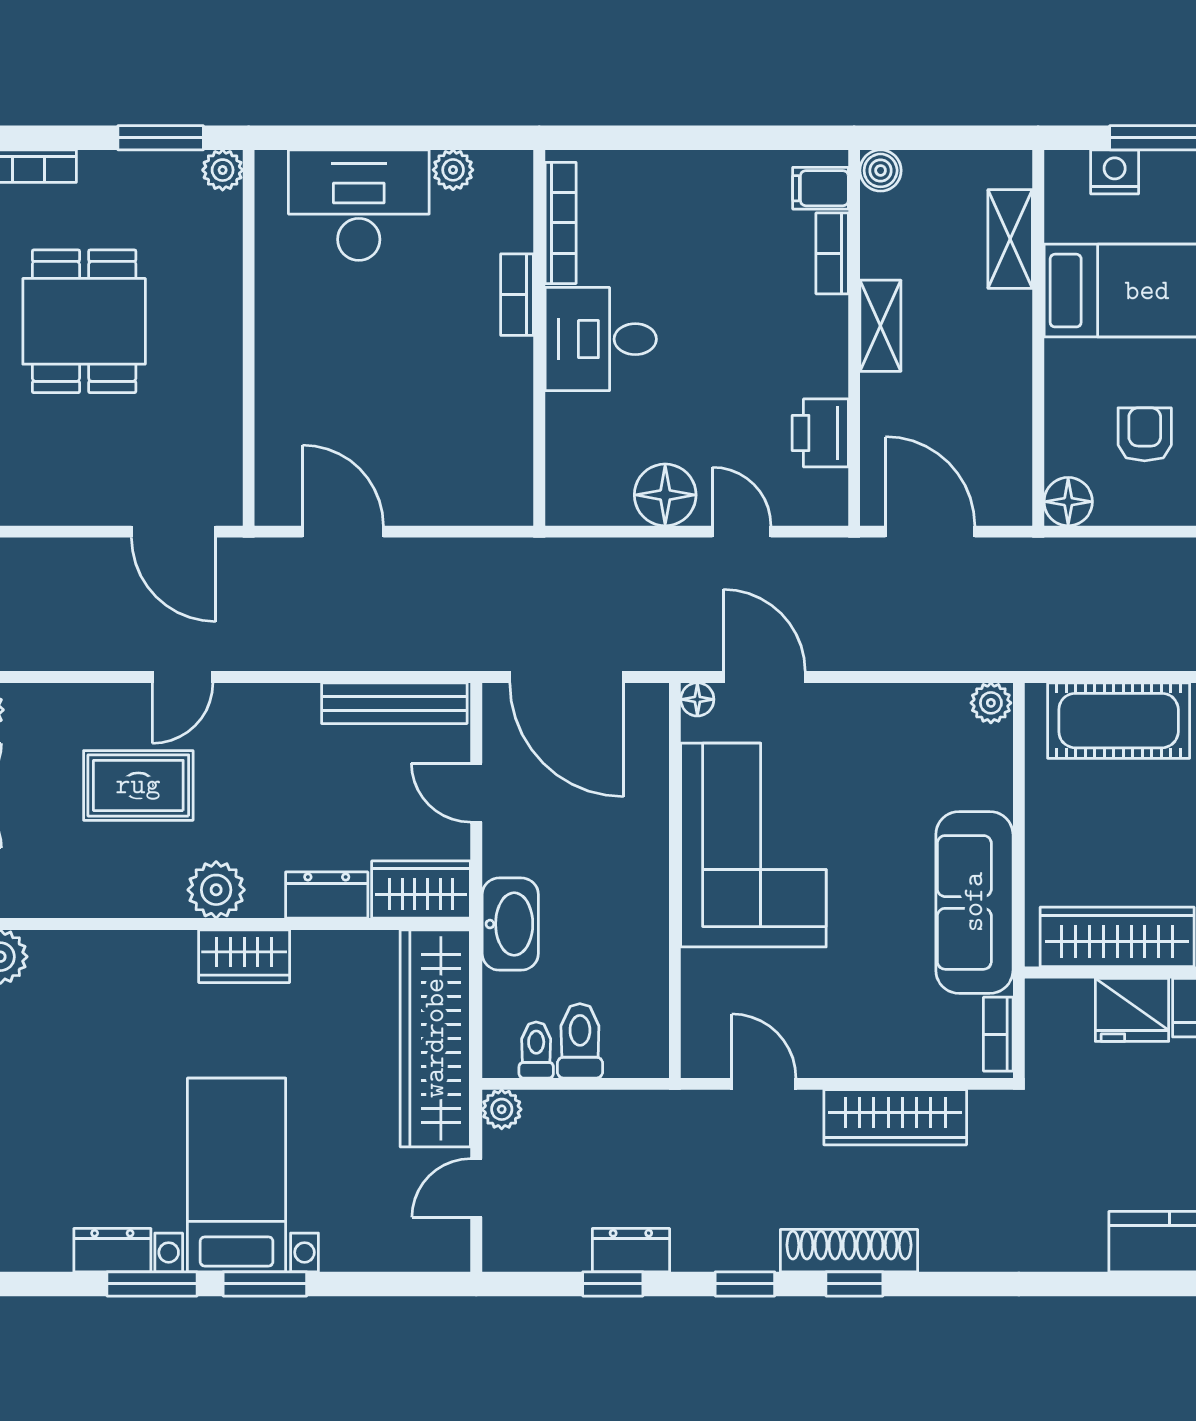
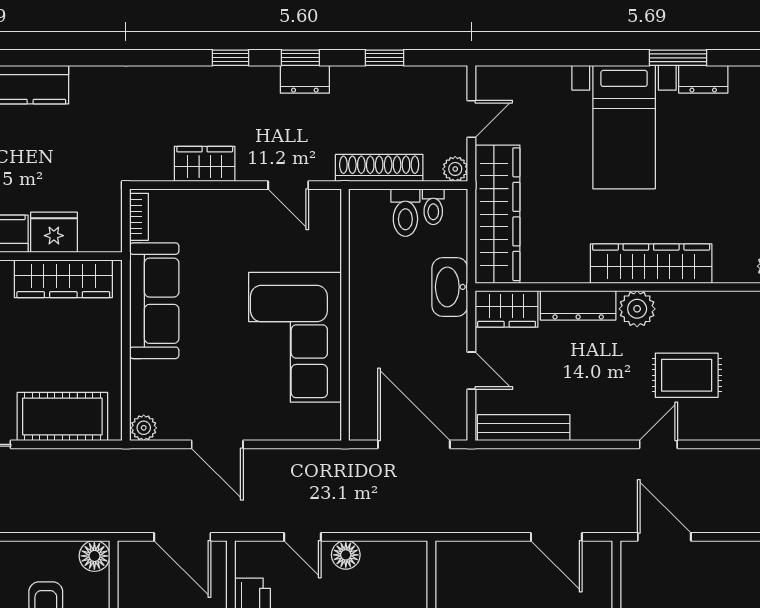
floor lamp: (665, 495) -> (346, 555), width x0.73, depth x0.73
door: (764, 677) -> (217, 444), moved
floor lamp: (697, 699) -> (331, 430), removed
dresser: (327, 895) -> (578, 305), width x1.44
wardrobe: (244, 956) -> (651, 264), width x2.10, depth x1.17
wardrobe: (895, 1117) -> (205, 164), width x0.67
dresser: (631, 1250) -> (305, 79), moved
shoe rack: (849, 1251) -> (379, 168), moved, turned 180
window: (265, 1284) -> (606, 58), removed

